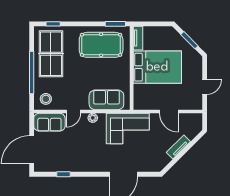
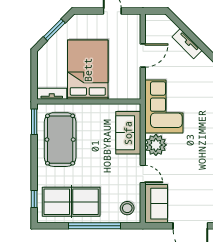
plant: (93, 118) -> (156, 145), width x1.87, depth x1.87

